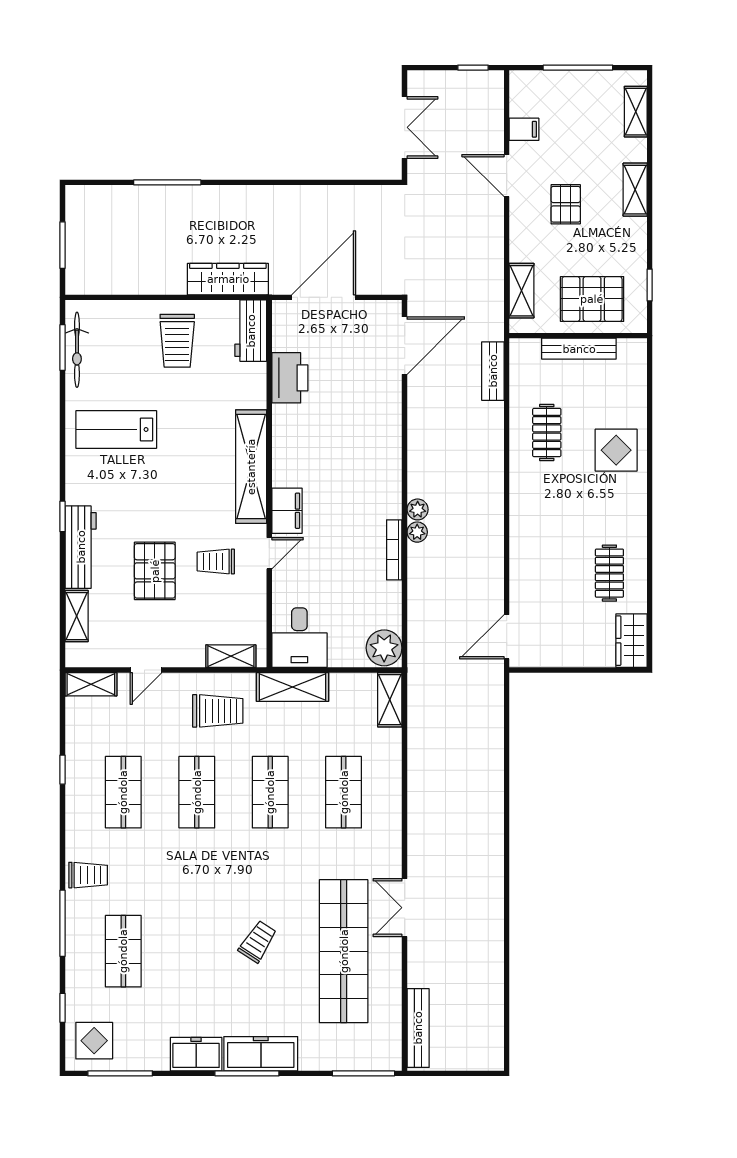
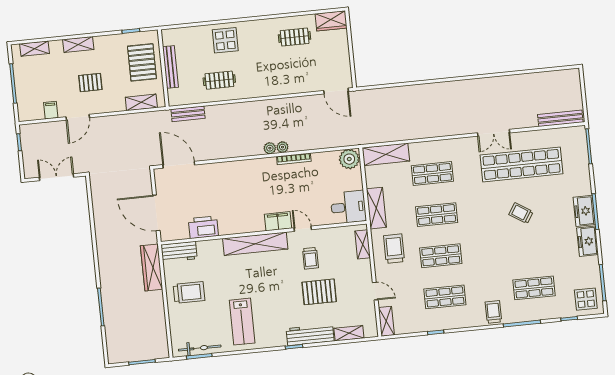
shelving: (390, 700) -> (386, 154), width x1.50, depth x1.33
freezer: (261, 1054) -> (584, 211), width x0.71

